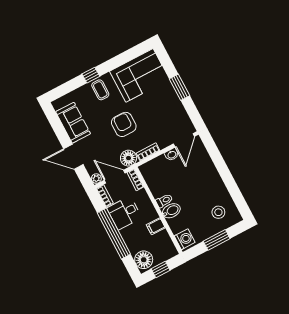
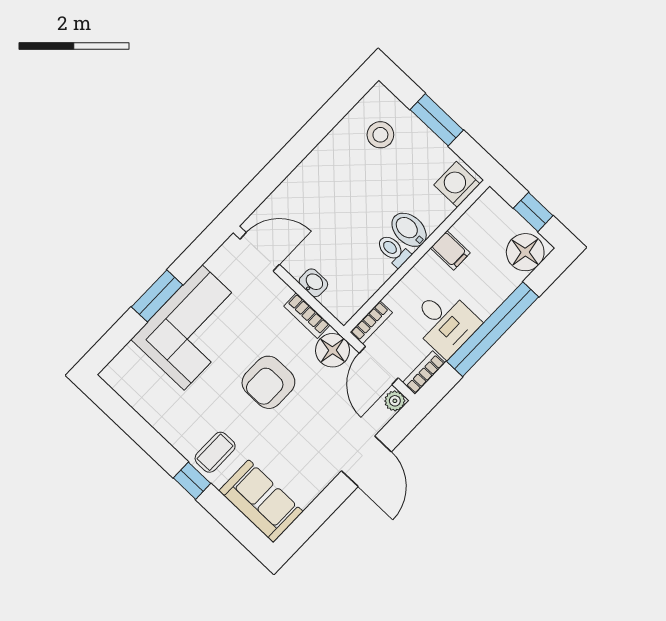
corner sofa: (139, 75) -> (193, 328), moved, turned 90
sofa: (73, 123) -> (261, 501), moved, turned 90
washbasin: (172, 154) -> (313, 283), moved

